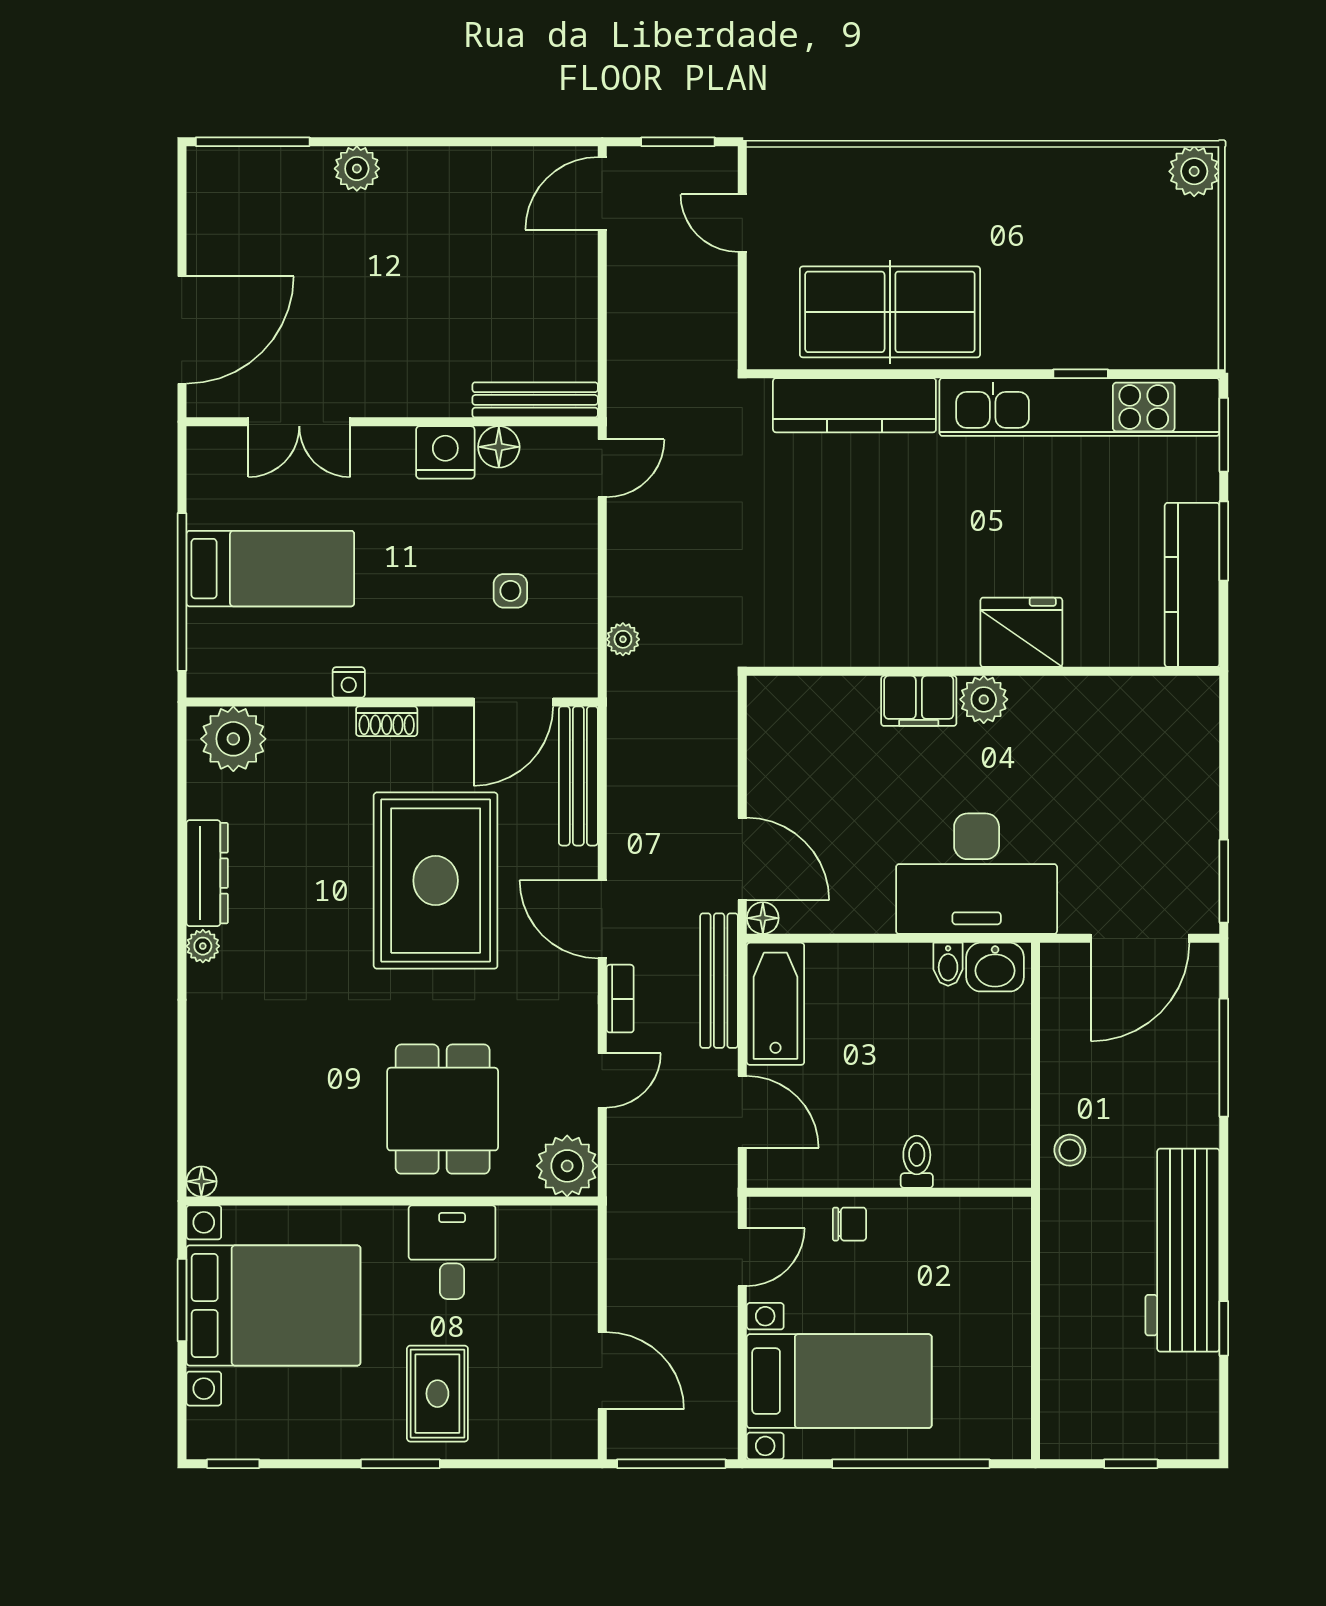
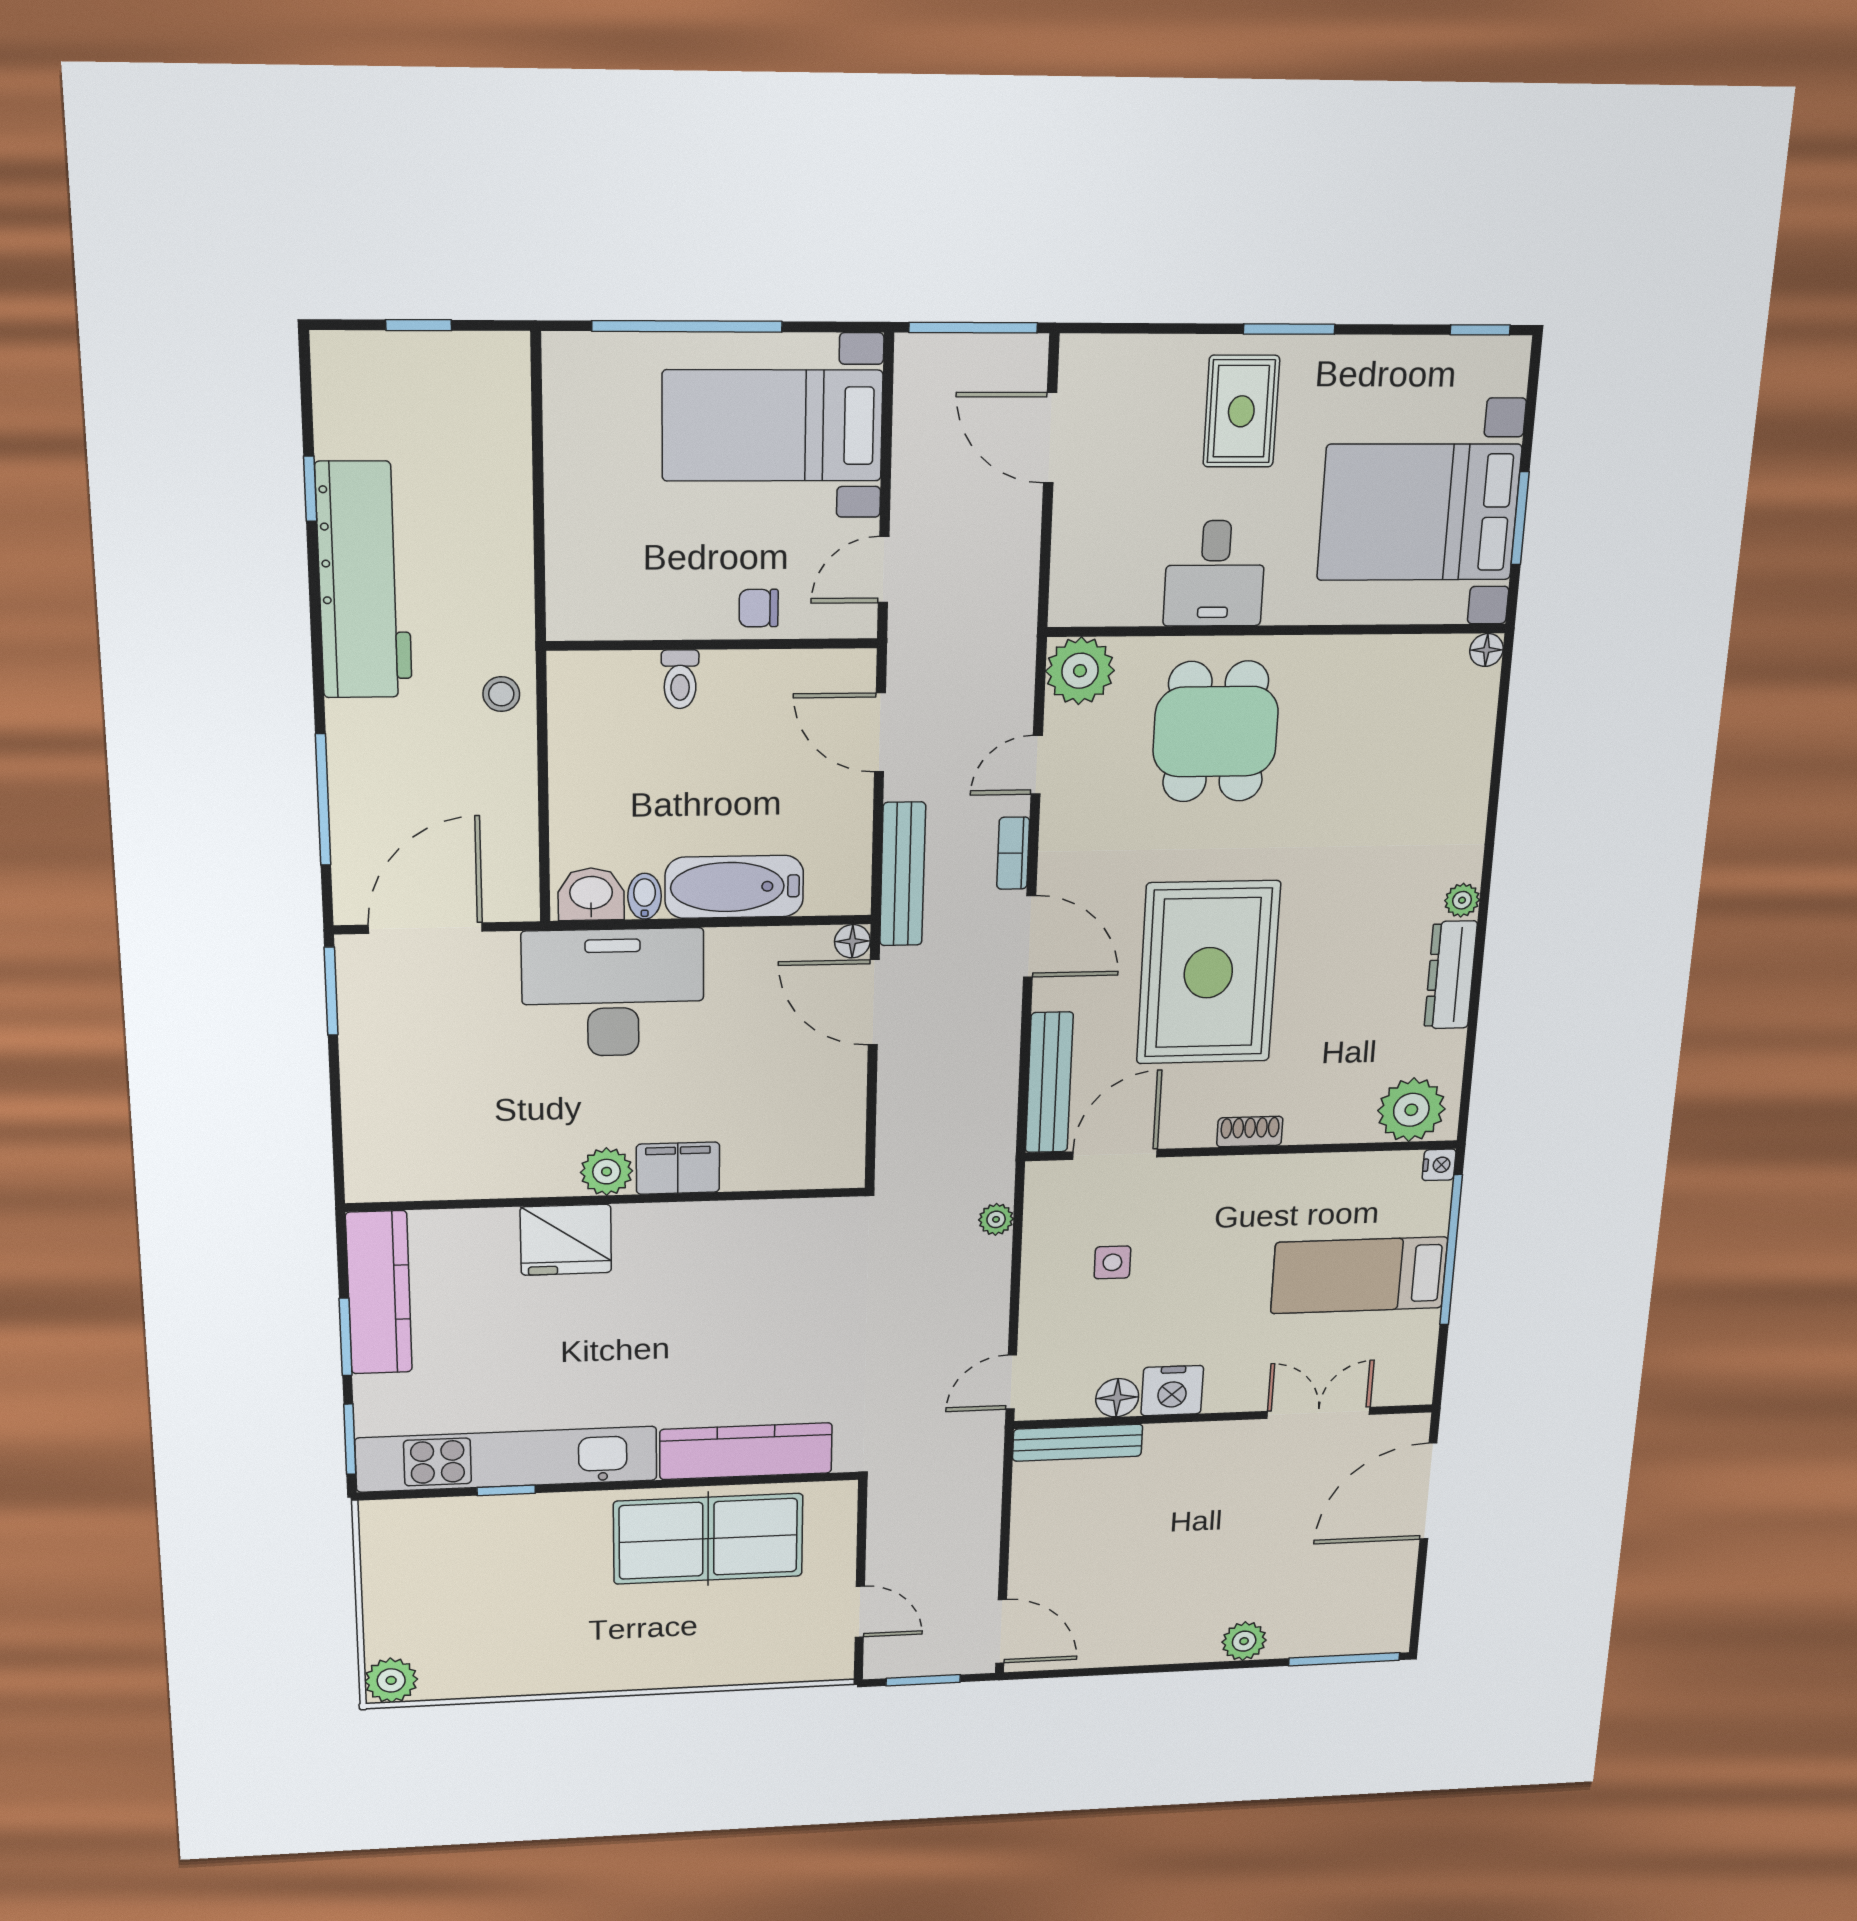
door: (602, 193) -> (1001, 1631), hinge flipped
nightstand: (349, 682) -> (1439, 1165), moved, turned 90
bathtub: (775, 1004) -> (734, 887), moved, turned 90

